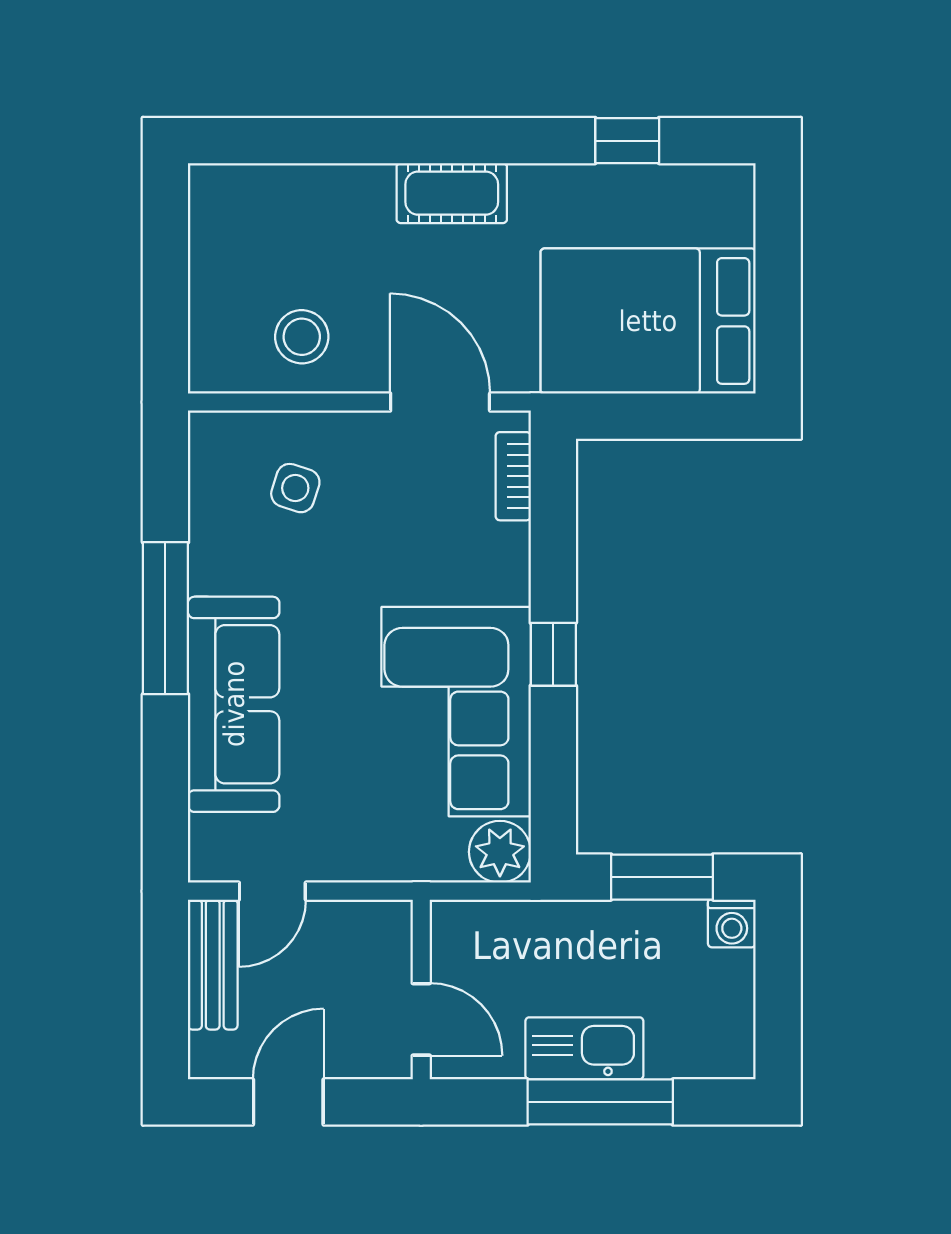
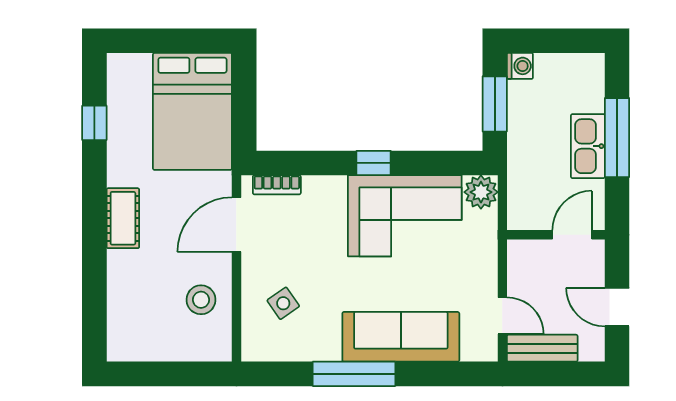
side table: (295, 488) -> (283, 303), turned 37

